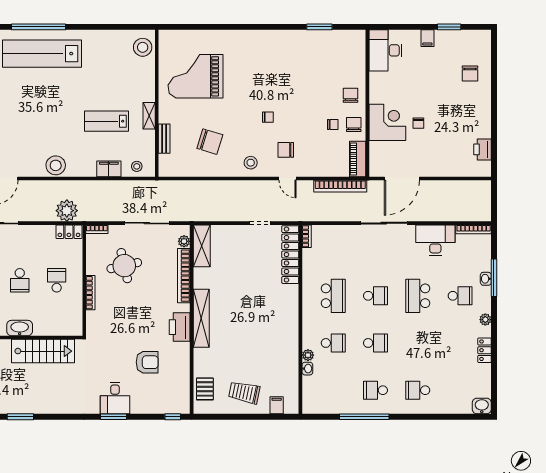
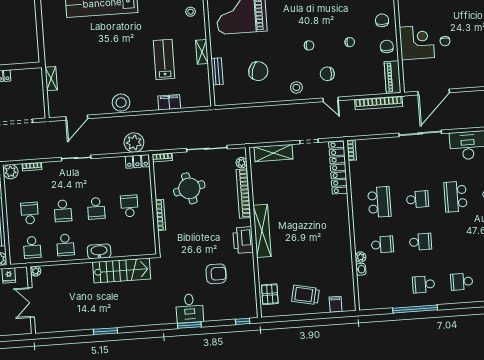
lab bench: (107, 121) -> (164, 59), turned 90
chair: (333, 124) -> (350, 42), moved
stool: (137, 166) -> (191, 12), moved
shelving: (202, 246) -> (273, 153), moved, turned 90

